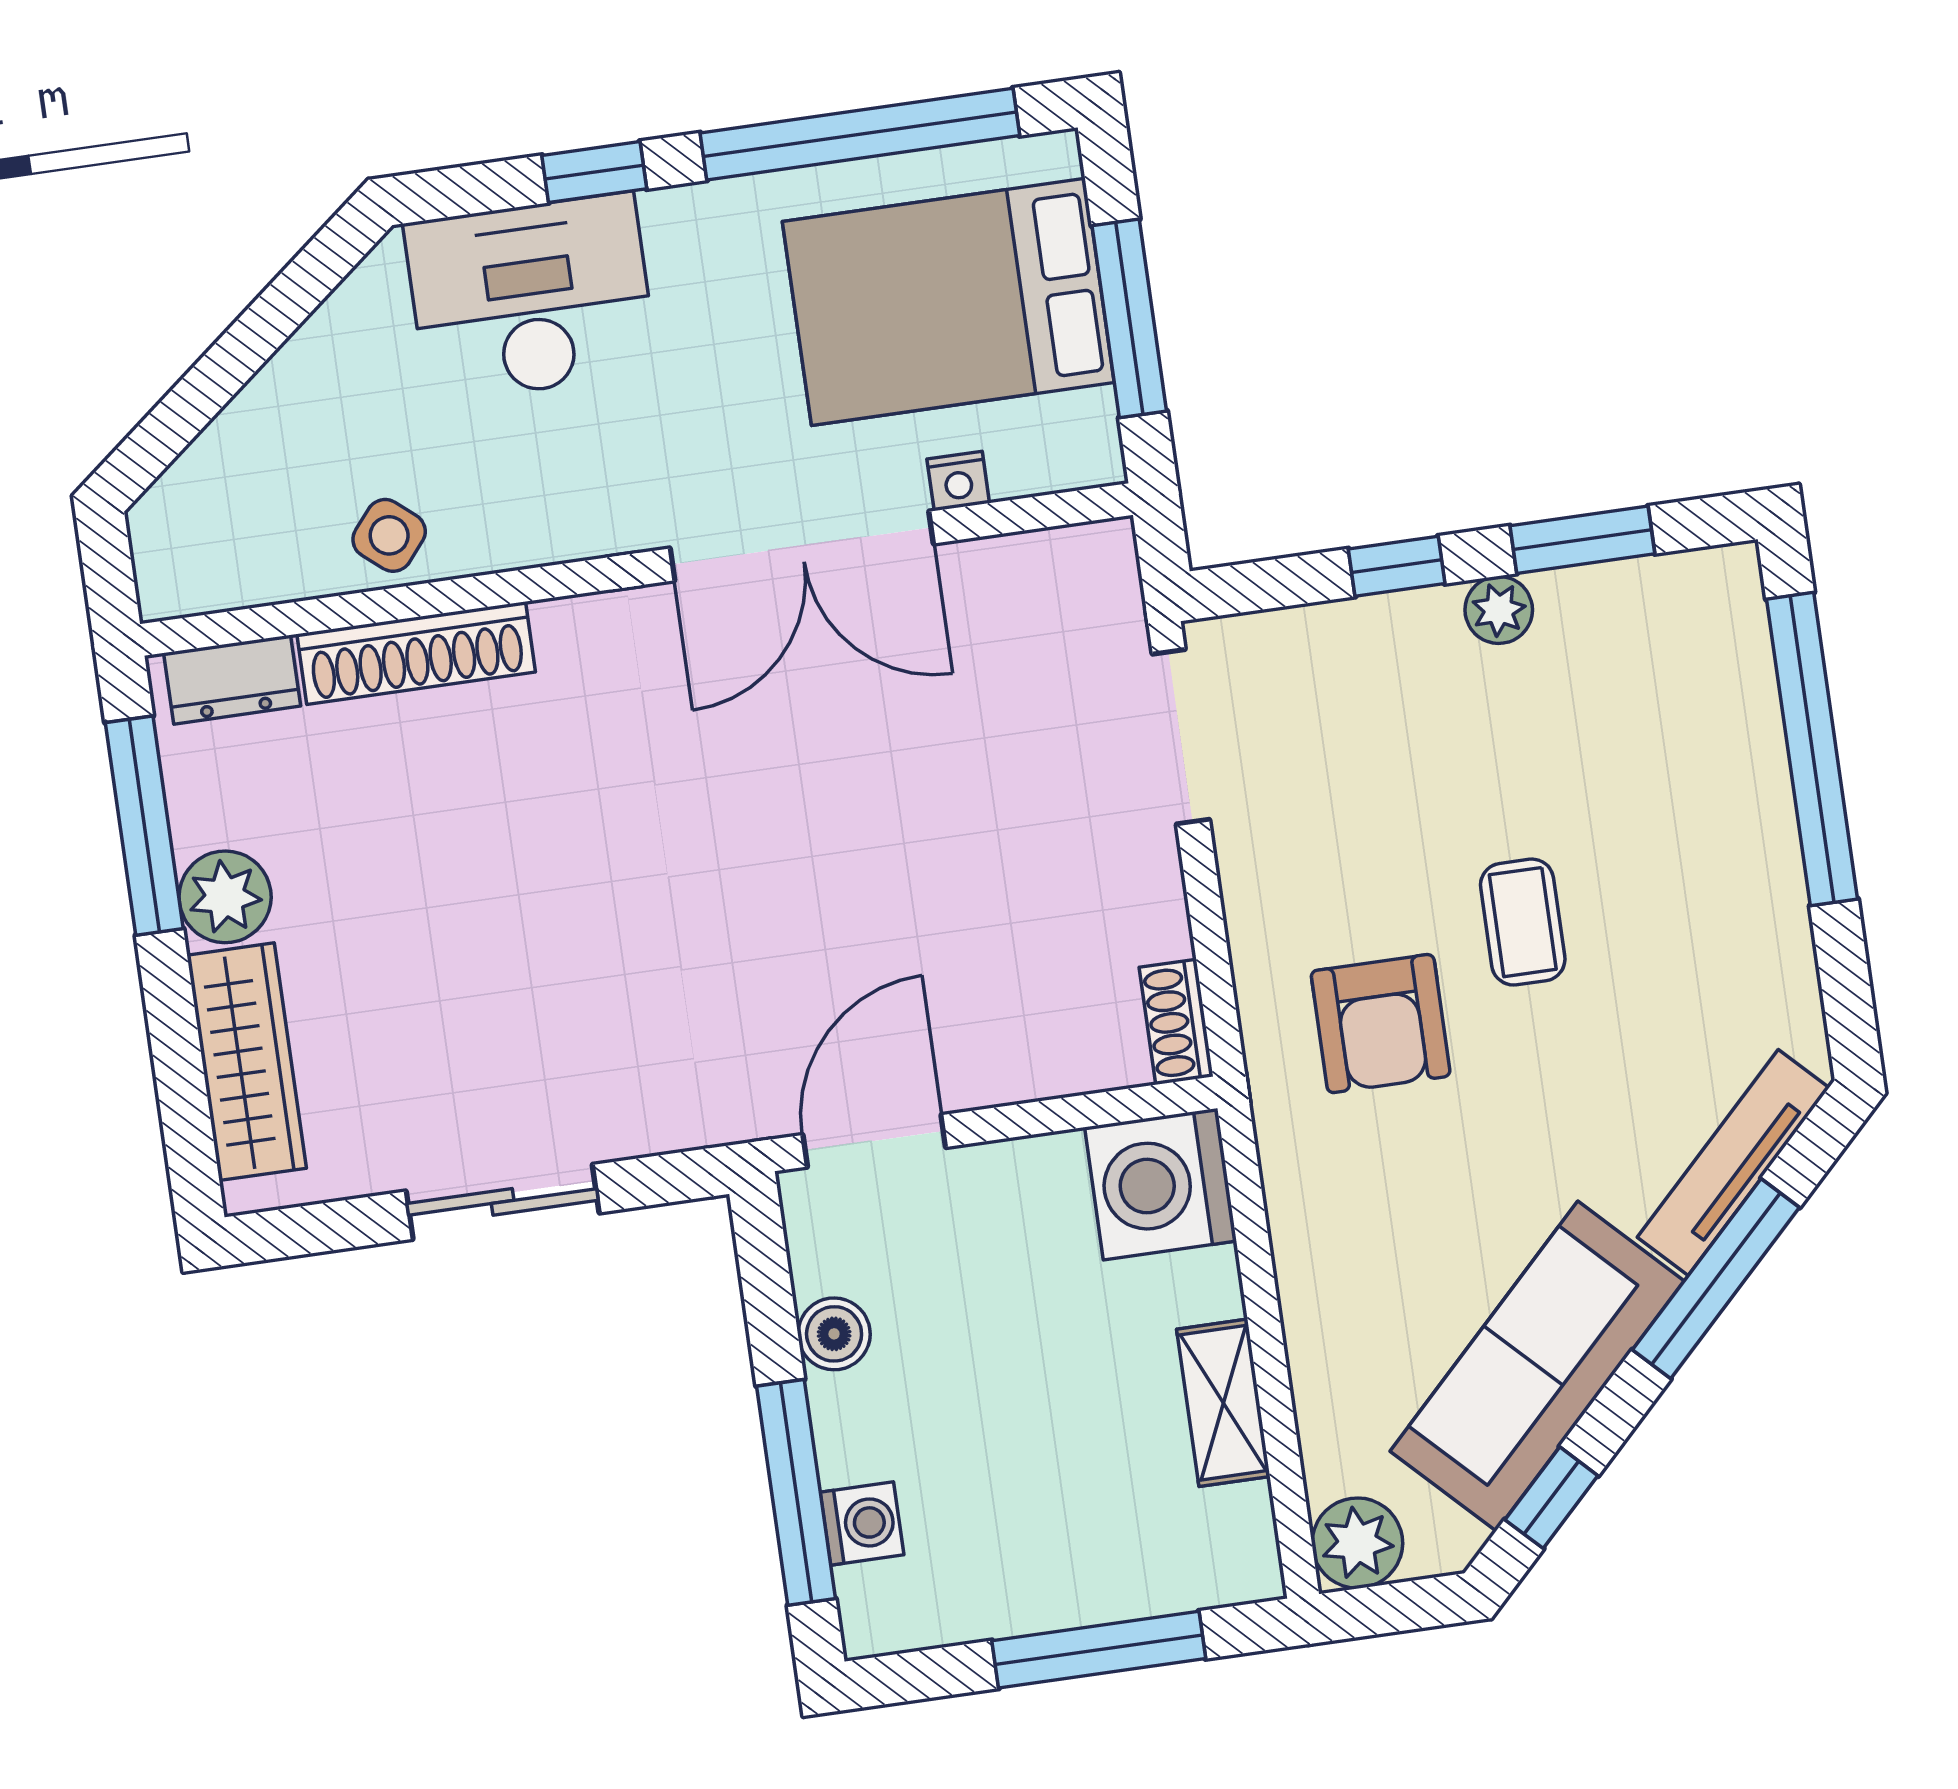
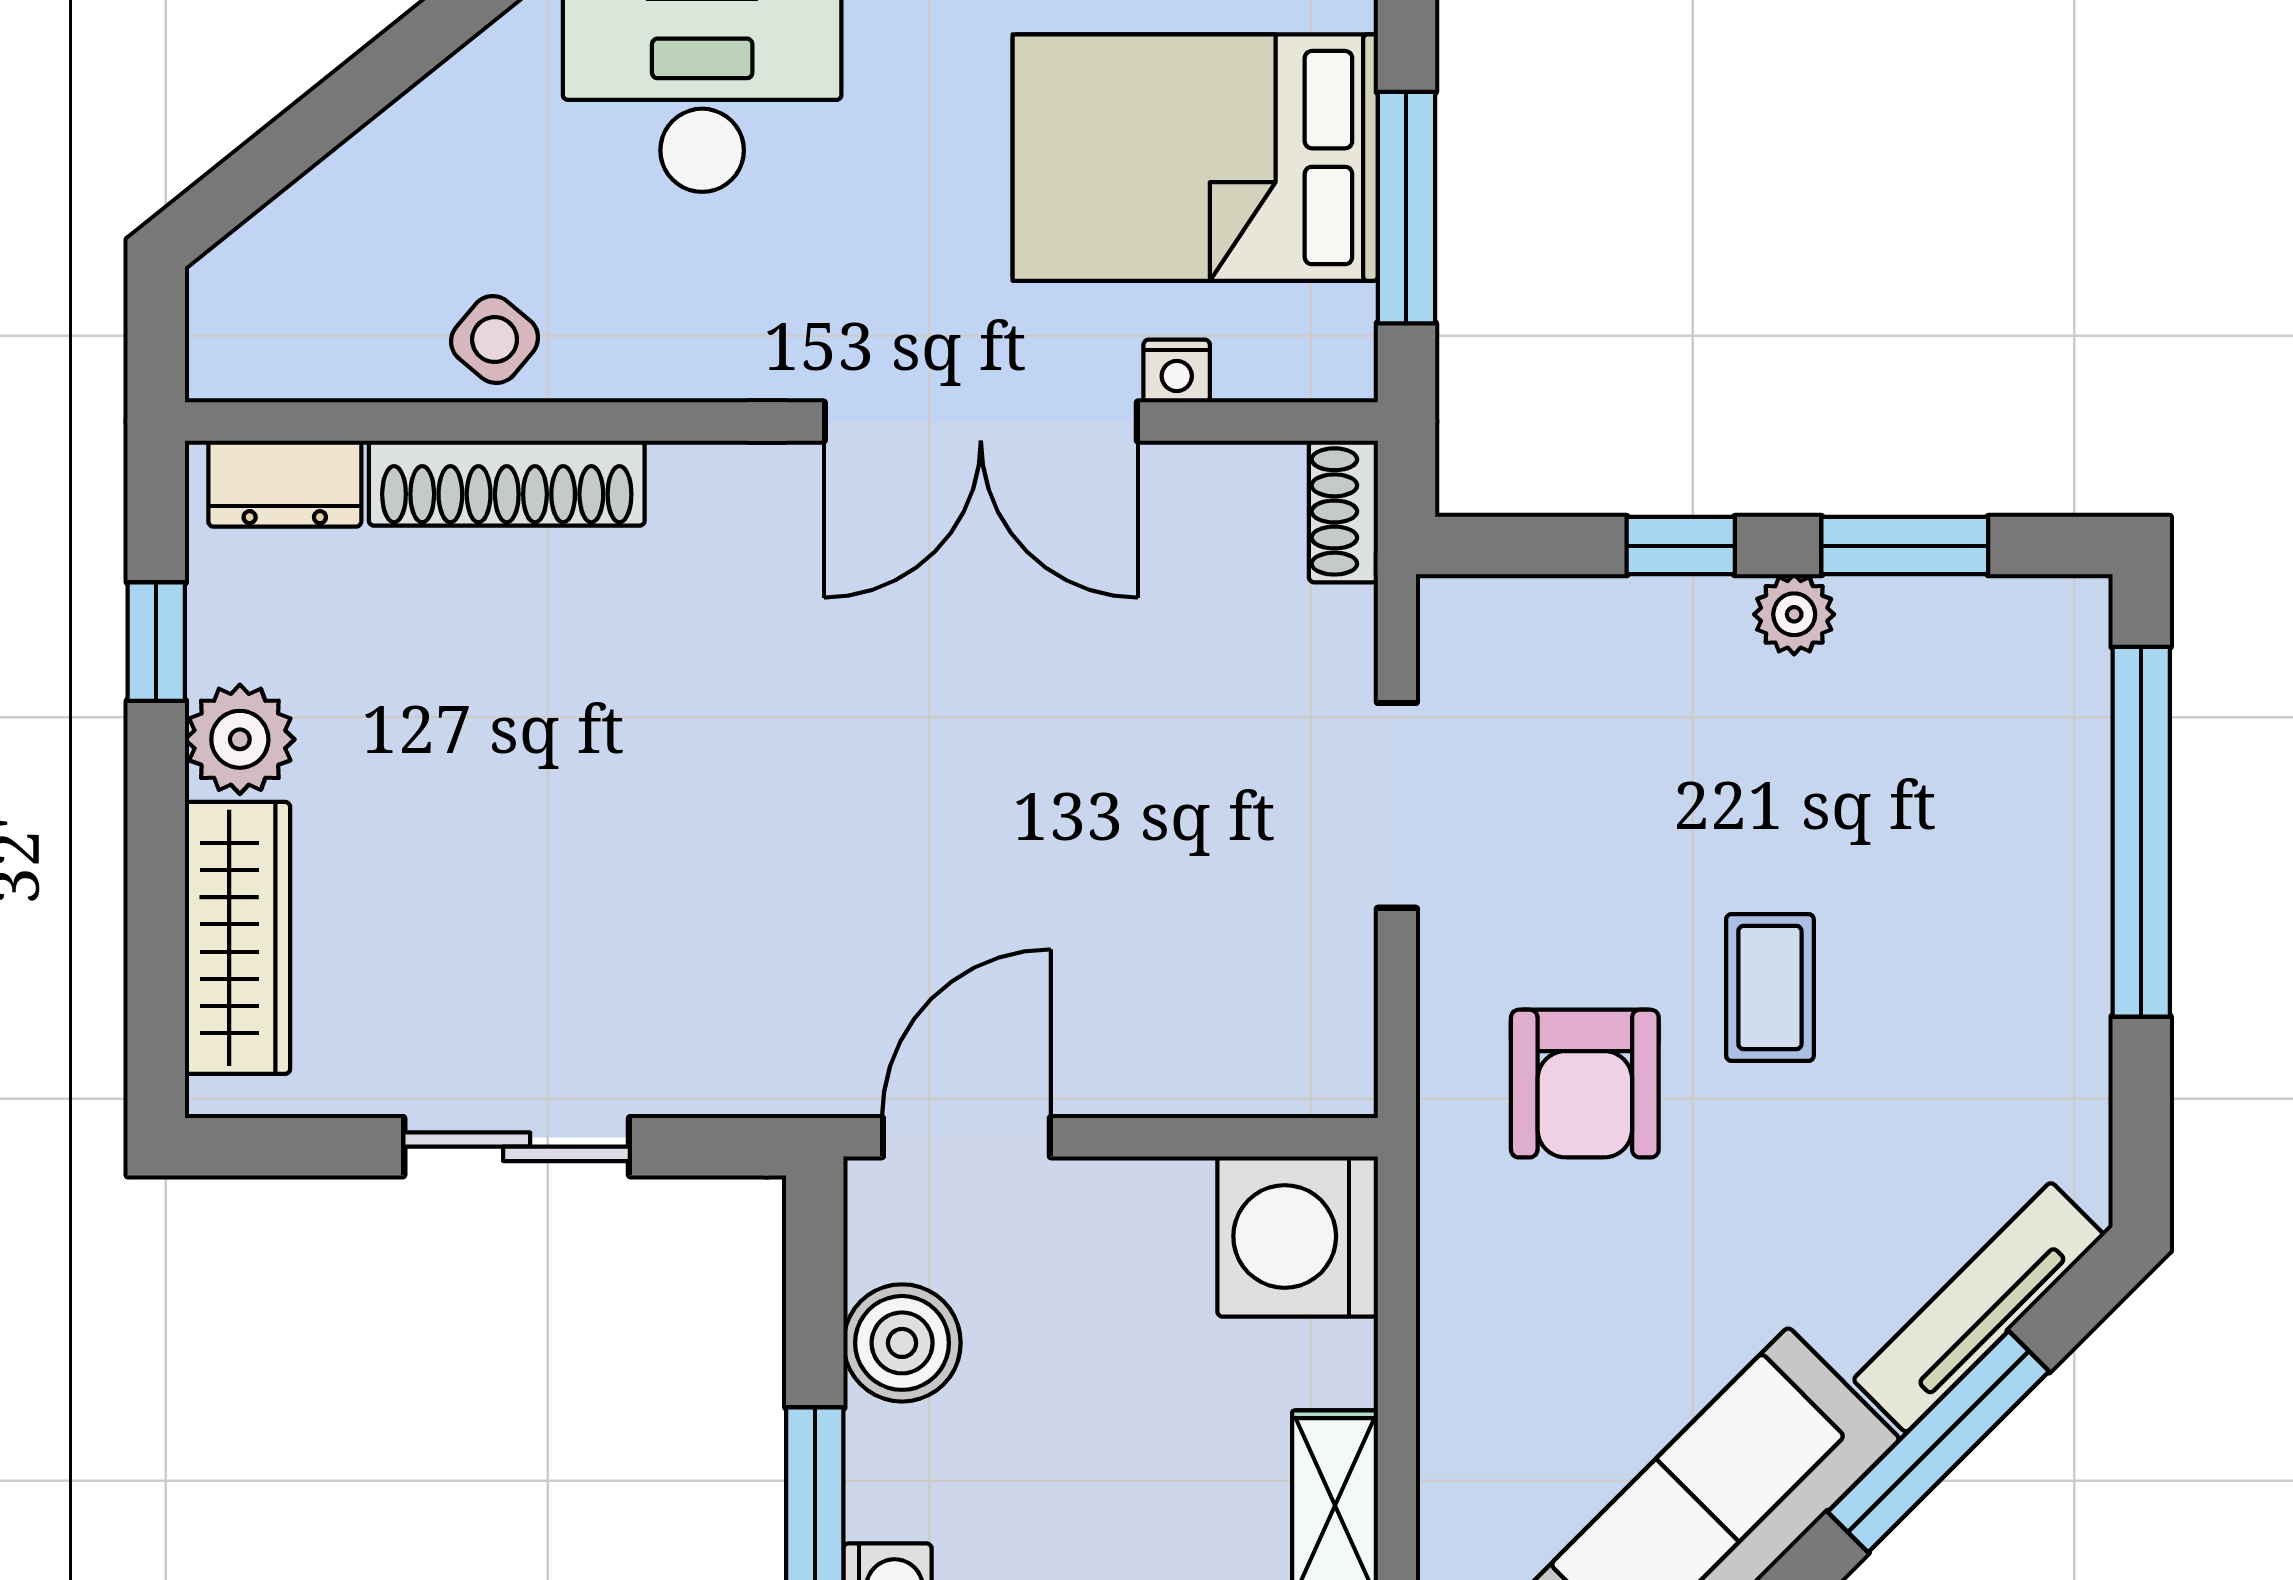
doorway: (1181, 737) -> (1397, 805), moved
window: (144, 826) -> (156, 642), width x0.46
shoe rack: (1176, 1022) -> (1343, 511), moved
boiler: (834, 1334) -> (902, 1343), width x1.36, depth x1.36

